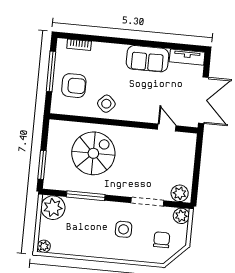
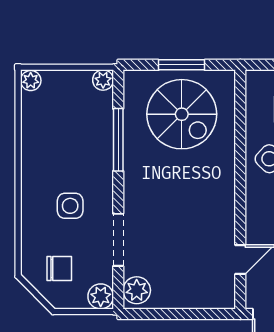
spiral stairs: (93, 153) -> (182, 114), moved
window: (42, 165) -> (182, 65), moved
plant: (53, 208) -> (103, 80), width x0.53, depth x0.53

